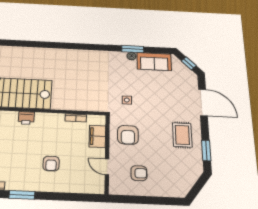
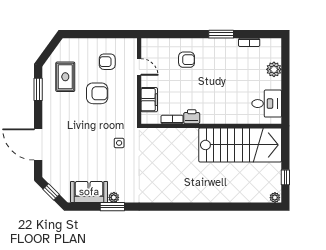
printer: (26, 118) -> (192, 117), moved
armchair: (128, 135) -> (97, 93), moved, turned 90
rug: (182, 135) -> (65, 77), moved
armchair: (51, 163) -> (187, 60), moved, turned 90

